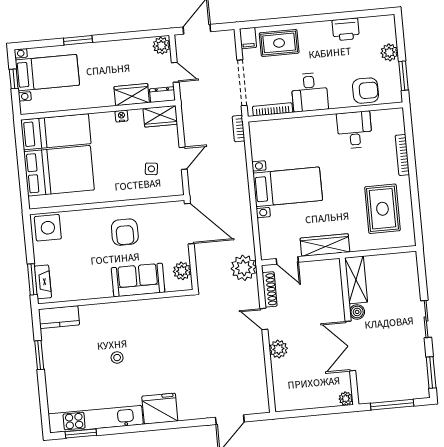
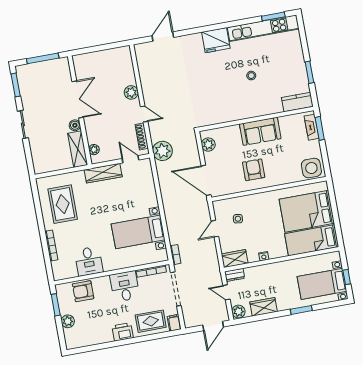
printer: (346, 29) -> (123, 332), moved
wardrobe: (132, 95) -> (264, 307), moved, turned 180
bed with nightstands: (288, 187) -> (138, 232), moved
sofa: (138, 280) -> (260, 131), moved
plant: (346, 399) -> (94, 150), moved

